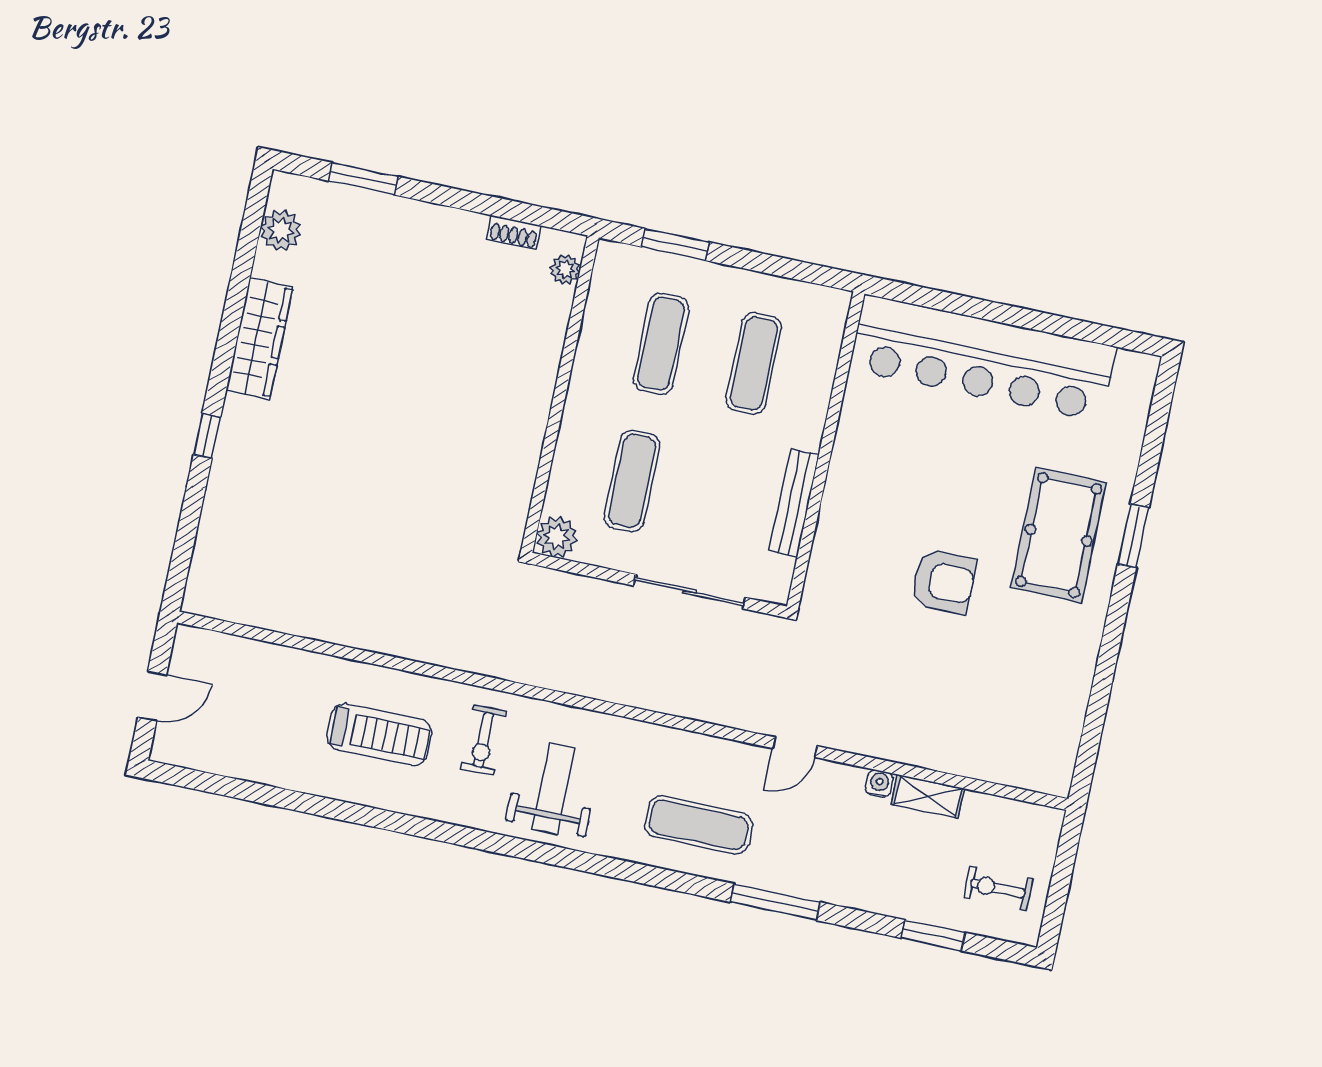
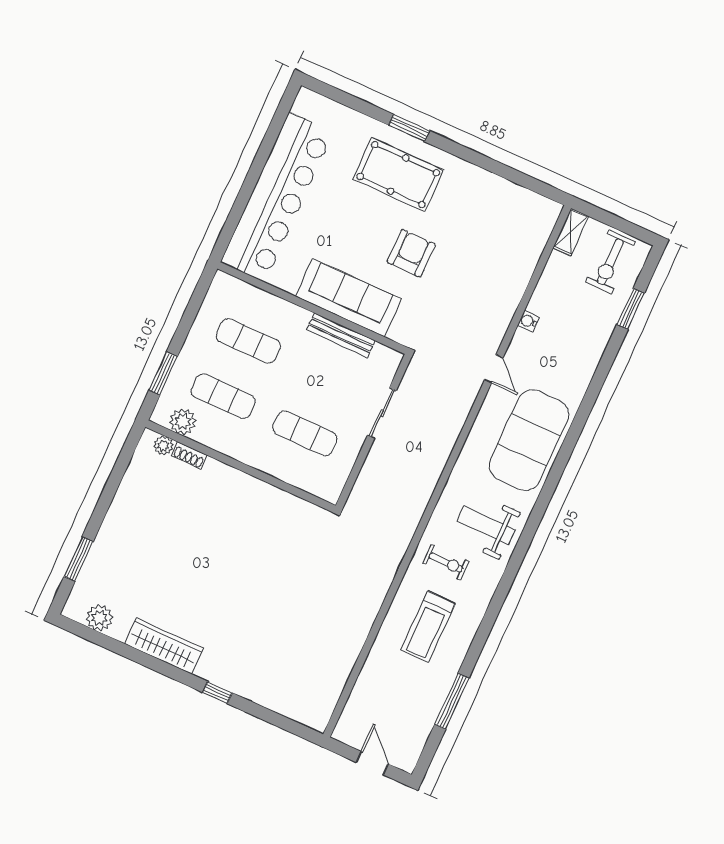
shoe rack: (514, 232) -> (189, 455), moved, turned 90
sofa: (854, 501) -> (348, 298), added
plant: (557, 537) -> (183, 421), moved
sliding door: (689, 592) -> (382, 413), width x0.73
treadmill: (379, 735) -> (428, 627), turned 180
shelving: (928, 796) -> (571, 232), moved
exercise mat: (698, 825) -> (529, 440), width x2.00, depth x1.45
exercise bike: (998, 888) -> (610, 262), width x1.38, depth x1.39
window: (775, 902) -> (452, 701), moved

